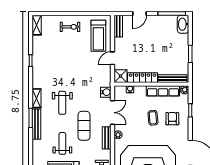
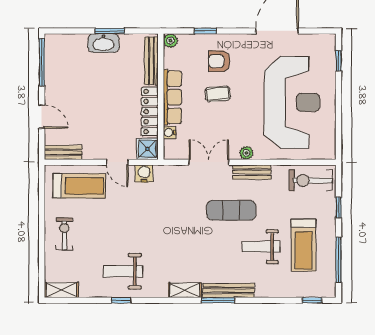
washbasin: (183, 24) -> (103, 43), moved
row of seats: (163, 91) -> (172, 97), moved
water cooler: (106, 92) -> (144, 173), moved
weight bench: (62, 103) -> (123, 271), moved, turned 180

